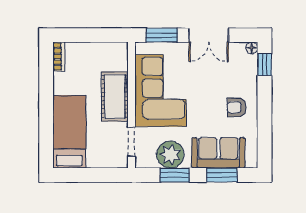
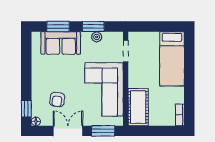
cot: (115, 97) -> (138, 107), moved
armchair: (237, 107) -> (57, 100), moved, turned 97
plant: (170, 155) -> (97, 37), width x0.53, depth x0.53

